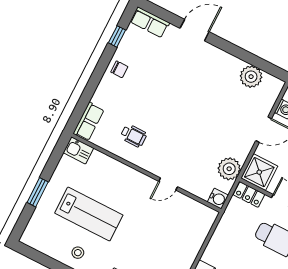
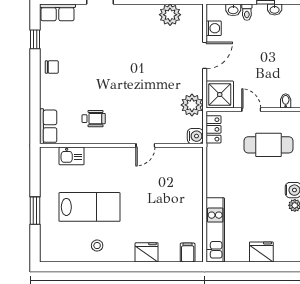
kitchen sink: (78, 150) -> (72, 156), moved
locker: (249, 194) -> (214, 129), moved, turned -90

